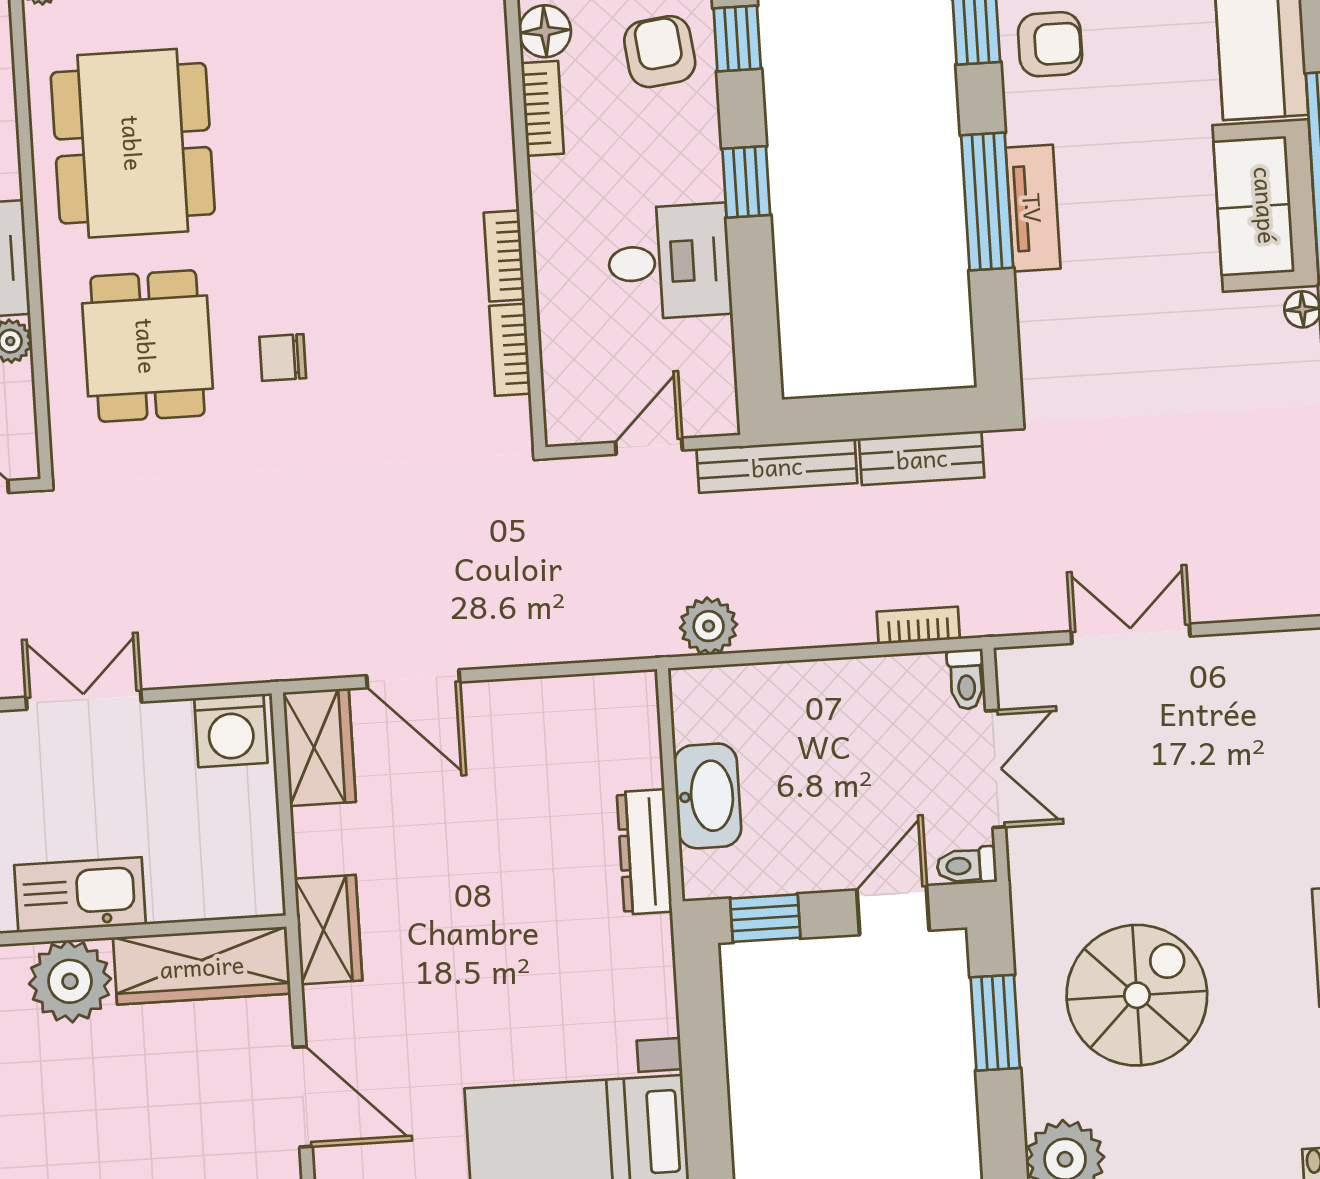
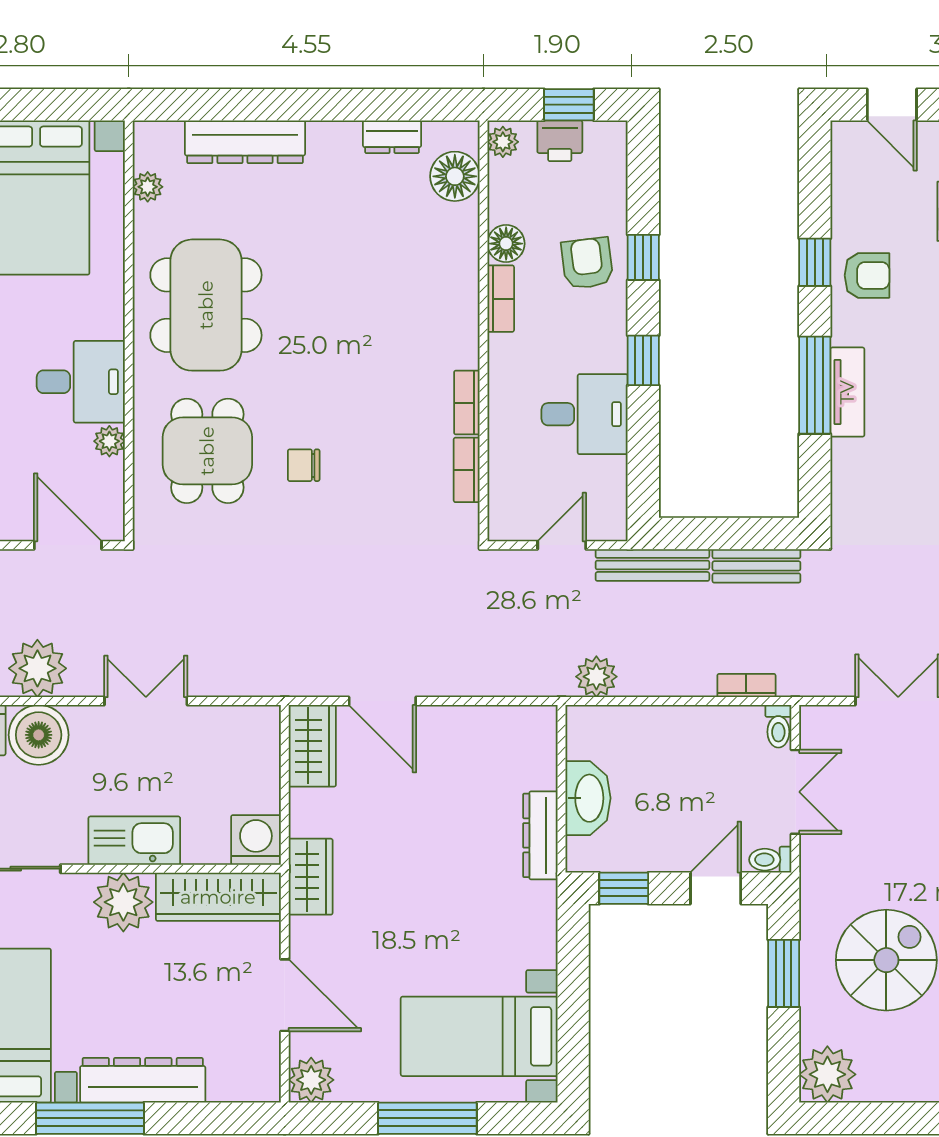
washing machine: (231, 731) -> (256, 840), moved, turned 180

